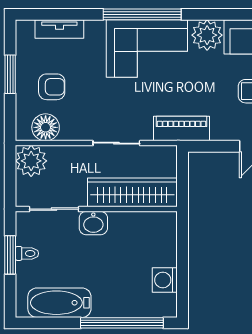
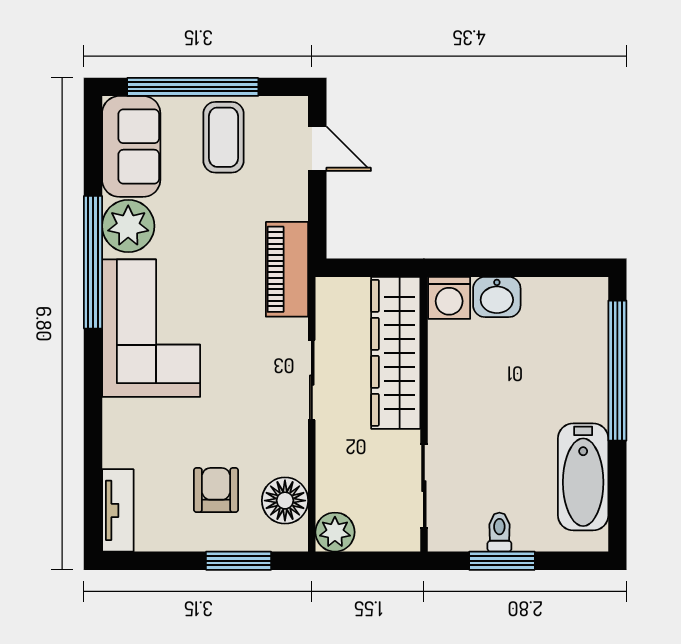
window: (142, 14) -> (93, 262), moved
tv unit: (59, 29) -> (118, 510), moved
window: (10, 74) -> (239, 561), moved
plant: (31, 161) -> (335, 532), width x0.73, depth x0.73
washbasin: (93, 223) -> (497, 297), moved, turned 90
washing machine: (165, 280) -> (449, 298), moved

